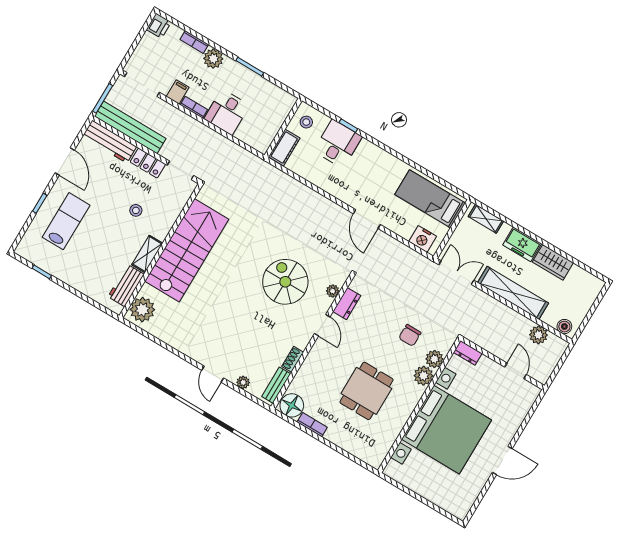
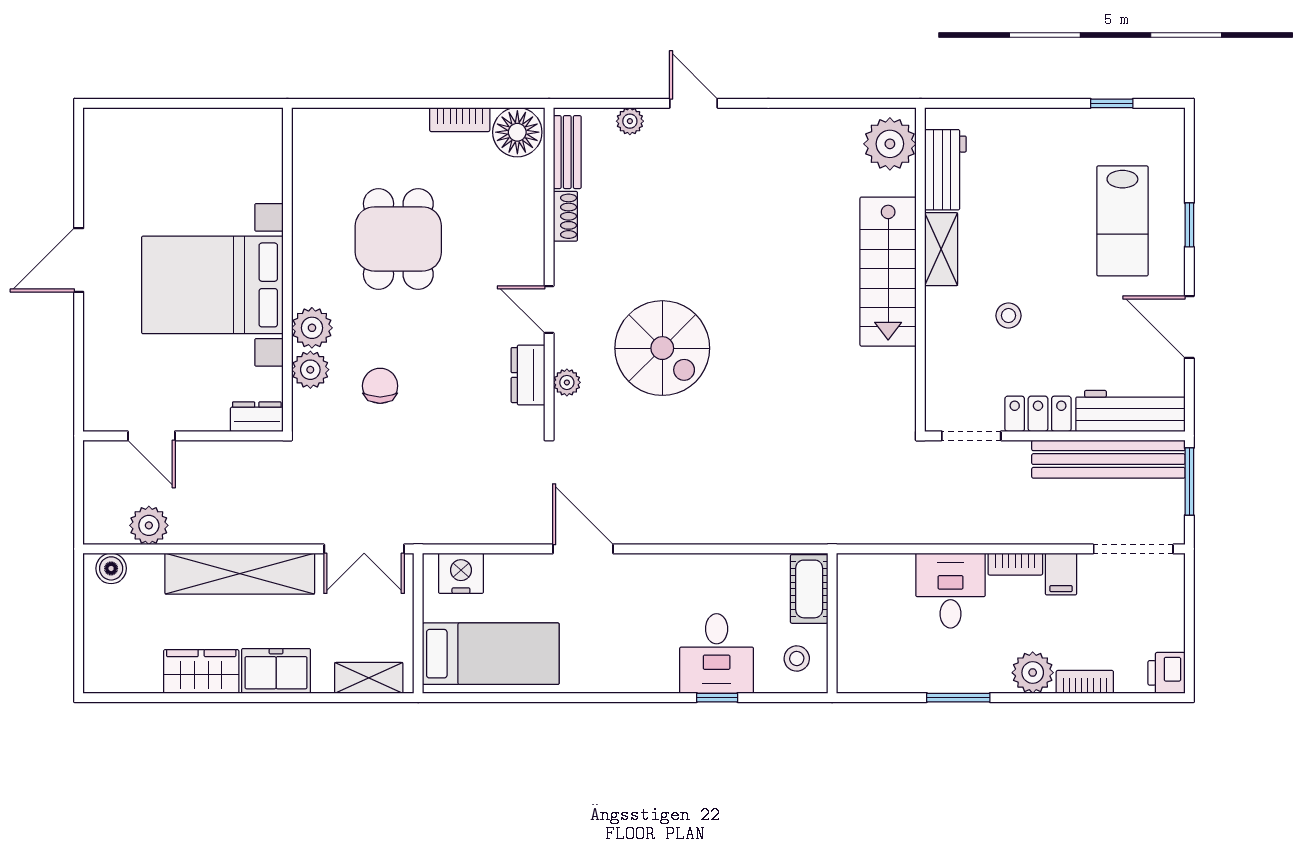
stairs: (187, 250) -> (888, 272), width x0.73, depth x0.66
bed with nightstands: (447, 430) -> (212, 285), width x0.73

